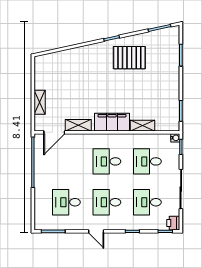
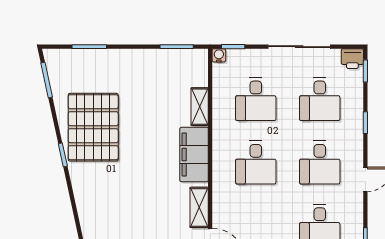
pallet: (129, 58) -> (93, 127), width x1.37, depth x1.41

